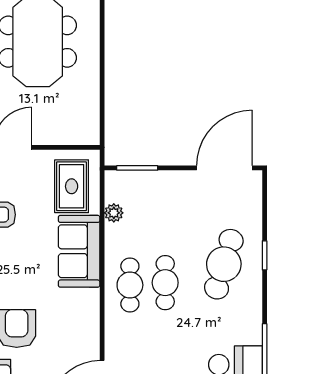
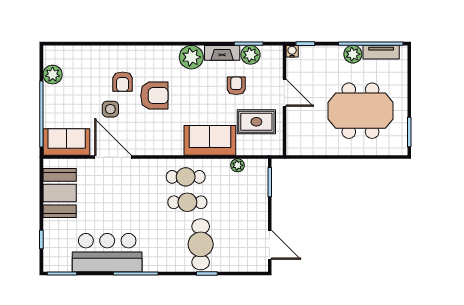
door: (224, 168) -> (270, 245), width x0.73
rug: (72, 186) -> (256, 122), moved
cafe table: (224, 264) -> (201, 244), turned 73

